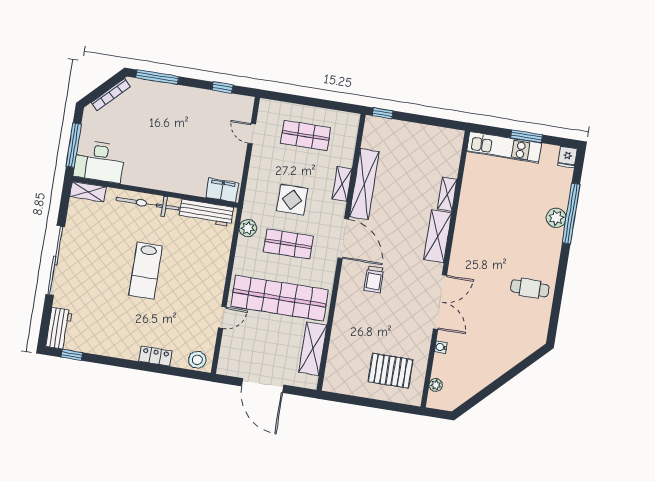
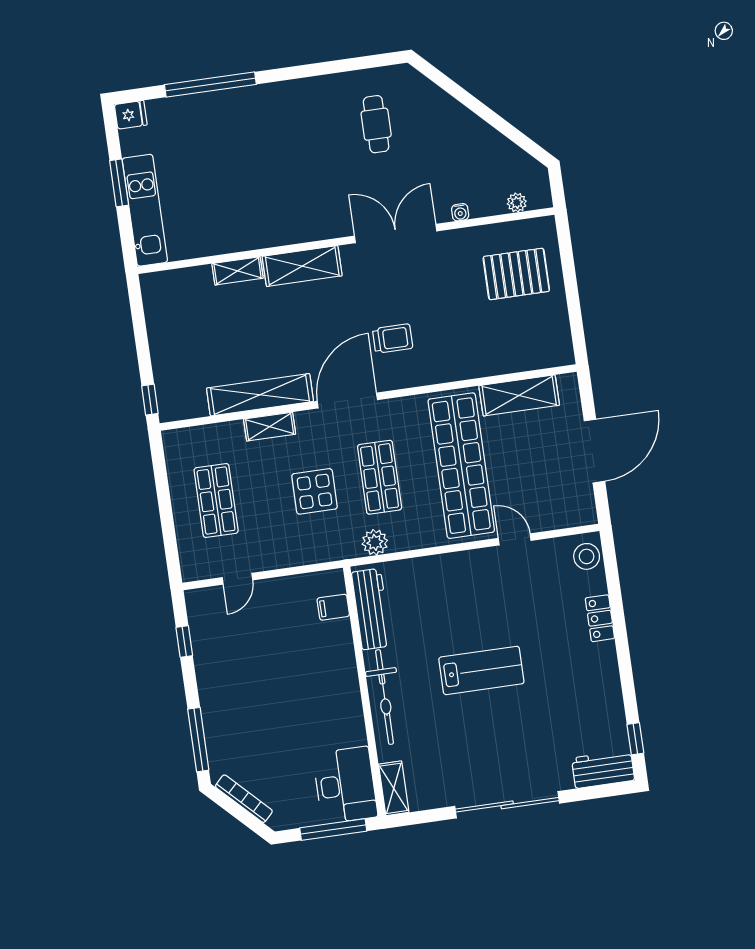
filing cabinet: (222, 190) -> (333, 607), width x0.50
plant: (556, 218) -> (223, 104), removed
cafe table: (530, 288) -> (376, 124), moved
pallet: (391, 371) -> (516, 274), turned 90

